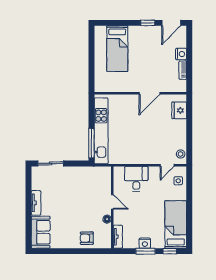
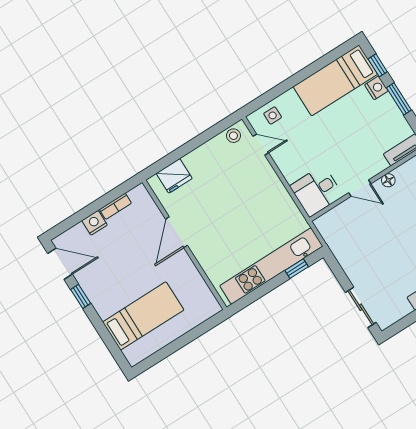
door: (149, 93) -> (177, 232), swing flipped
window: (91, 143) -> (297, 269), width x0.46
desk: (136, 179) -> (317, 191), moved
door: (112, 202) -> (360, 188), swing flipped
nightstand: (145, 243) -> (376, 88), moved

